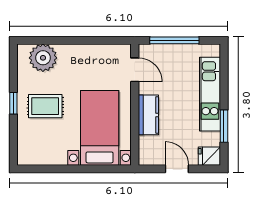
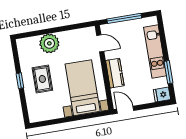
plant: (43, 58) -> (49, 43), moved
rug: (45, 106) -> (42, 79), turned 90
door: (177, 169) -> (125, 110), moved

